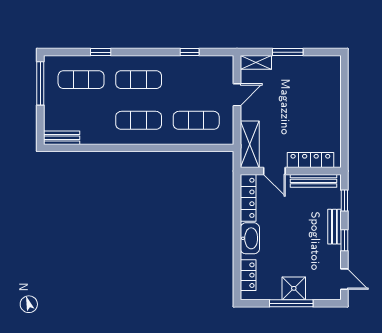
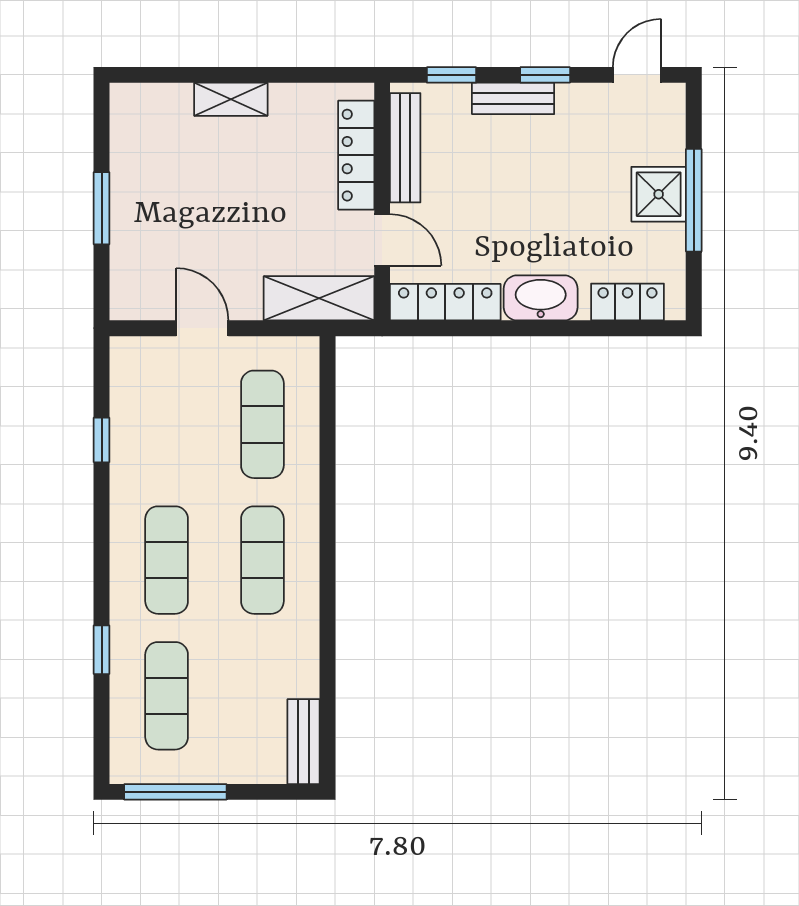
shelving: (256, 62) -> (231, 99), moved, turned 90
door: (274, 171) -> (382, 240), hinge flipped

